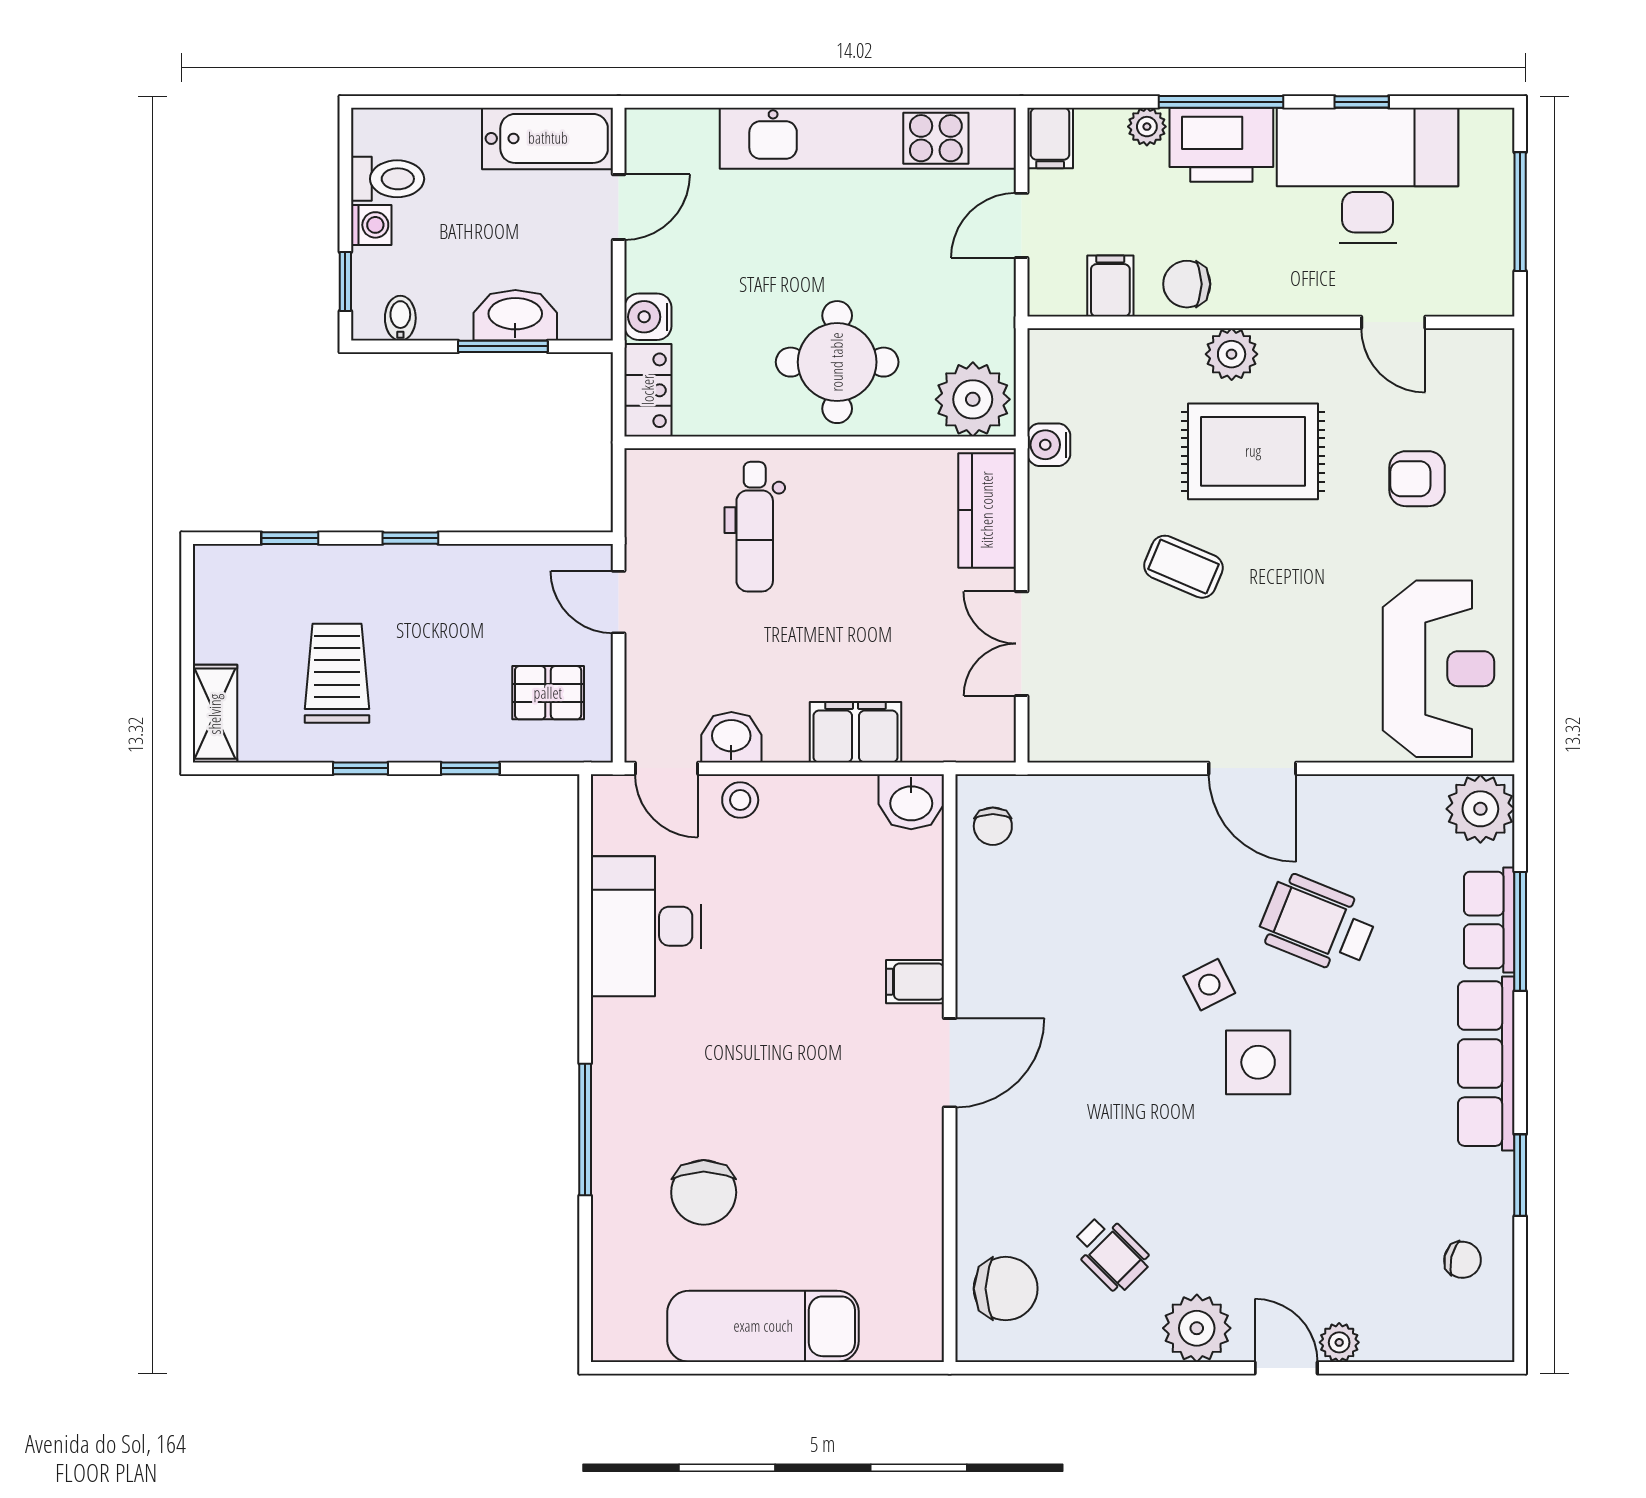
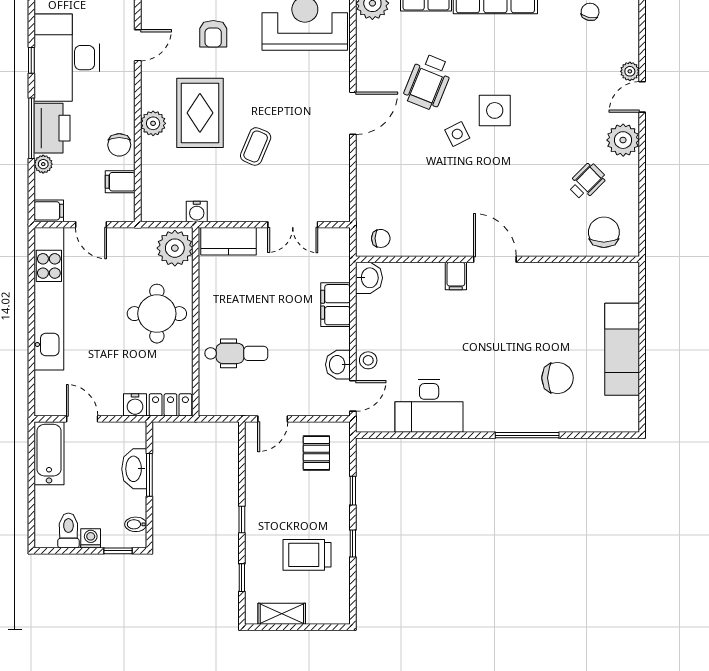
shelving: (215, 714) -> (282, 614), moved

